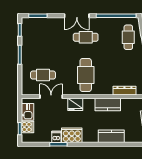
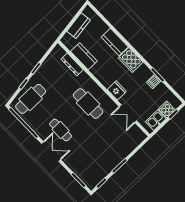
cafe table: (128, 37) -> (31, 99), width x1.37, depth x1.35
cafe table: (43, 75) -> (118, 135), removed
cafe table: (86, 75) -> (88, 104), turned 90
kitchen counter: (108, 104) -> (84, 56), moved
cooker: (72, 135) -> (131, 60), moved

